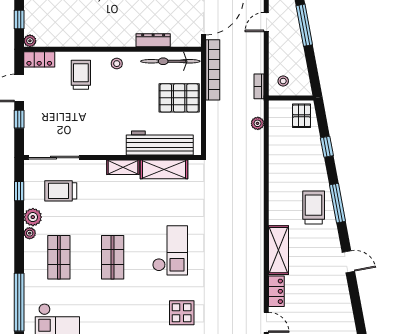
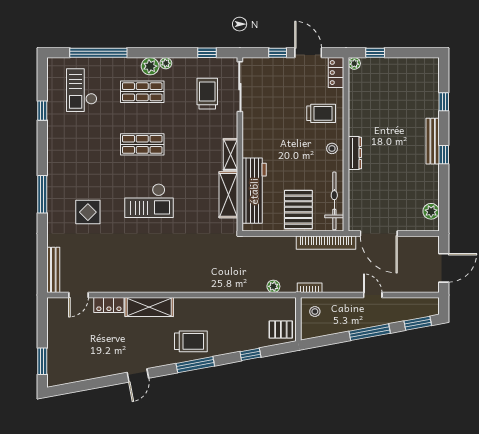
dresser: (153, 40) -> (355, 153), moved
plant: (33, 217) -> (150, 66), moved

